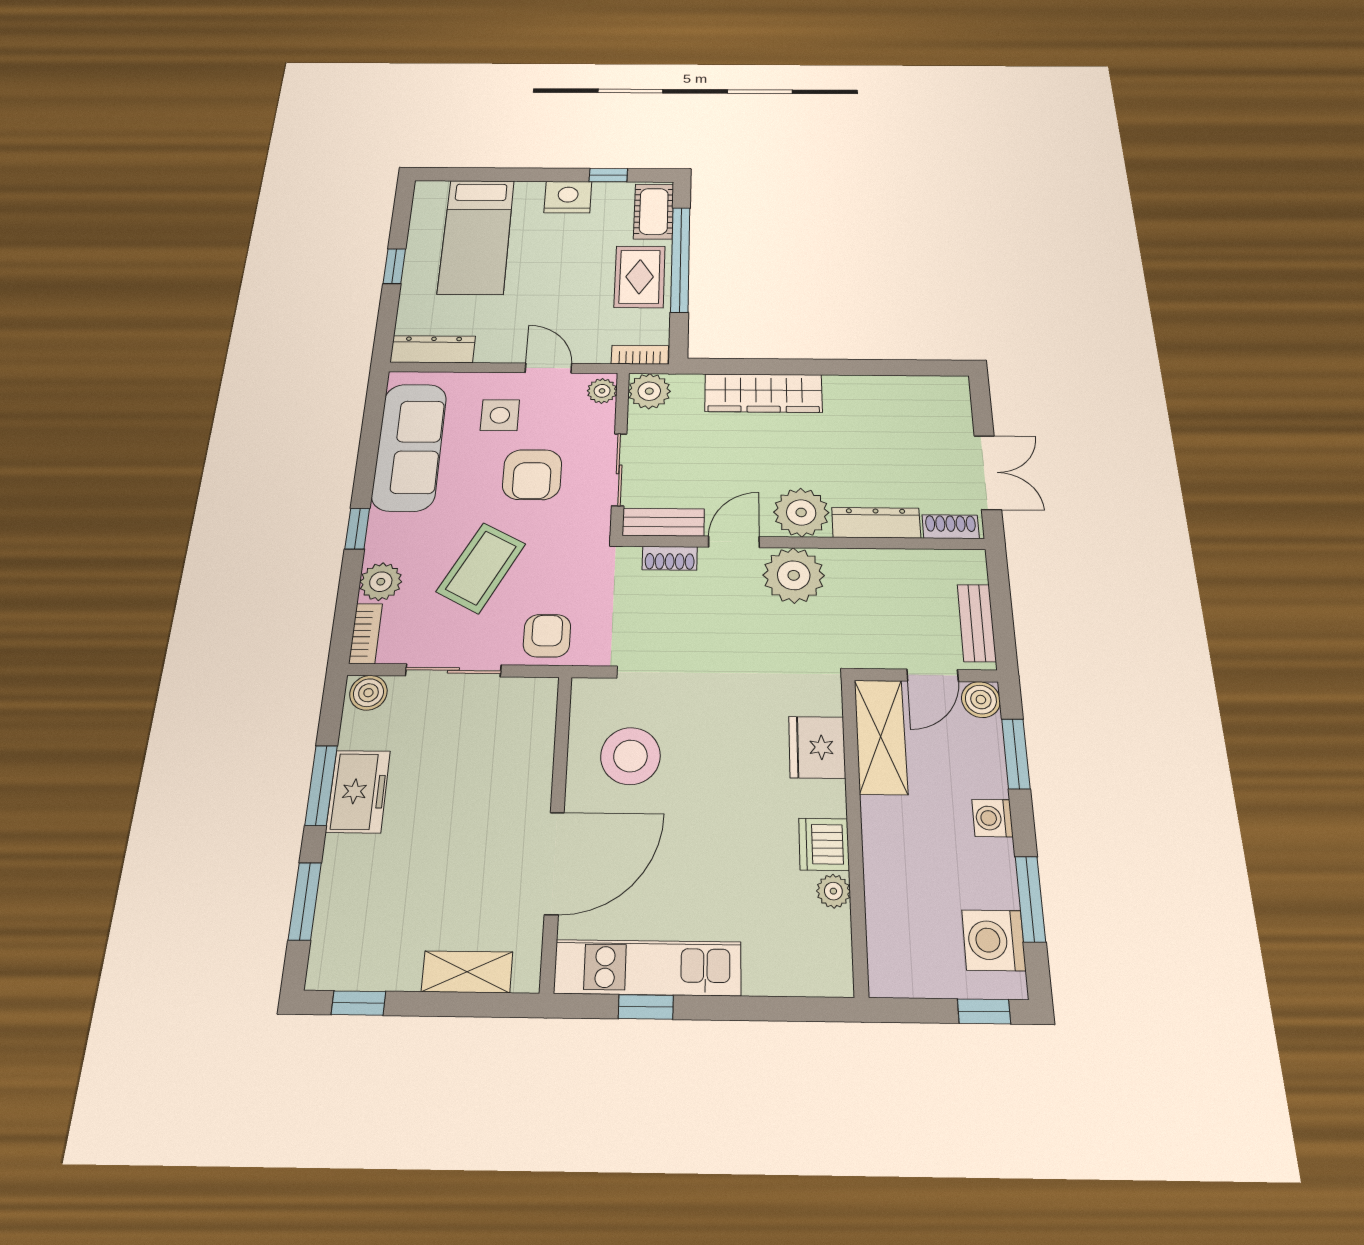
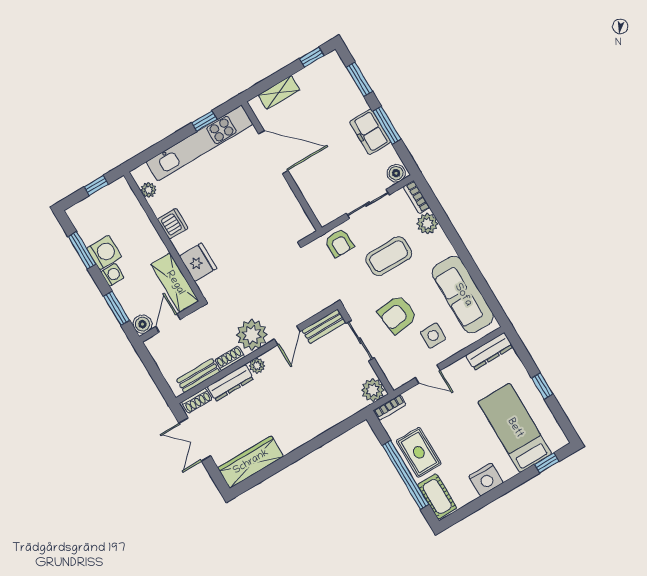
window: (608, 175) -> (547, 463), moved
plant: (602, 391) -> (395, 377), removed
wardrobe: (763, 393) -> (251, 462), moved
armchair: (532, 475) -> (397, 314), turned -97
plant: (801, 512) -> (257, 366), width x0.53, depth x0.53
window: (357, 529) -> (456, 241), removed
shoe rack: (670, 558) -> (230, 358), moved
coffee table: (481, 568) -> (389, 256), turned 62
bench: (977, 623) -> (198, 376), moved, turned 90
stool: (630, 756) -> (271, 213), removed
door: (554, 863) -> (273, 152), swing flipped
plant: (833, 891) -> (148, 190), moved
washing machine: (994, 940) -> (104, 253), moved
kitchen unit: (648, 968) -> (200, 143), width x1.36
window: (984, 1011) -> (96, 185), moved

